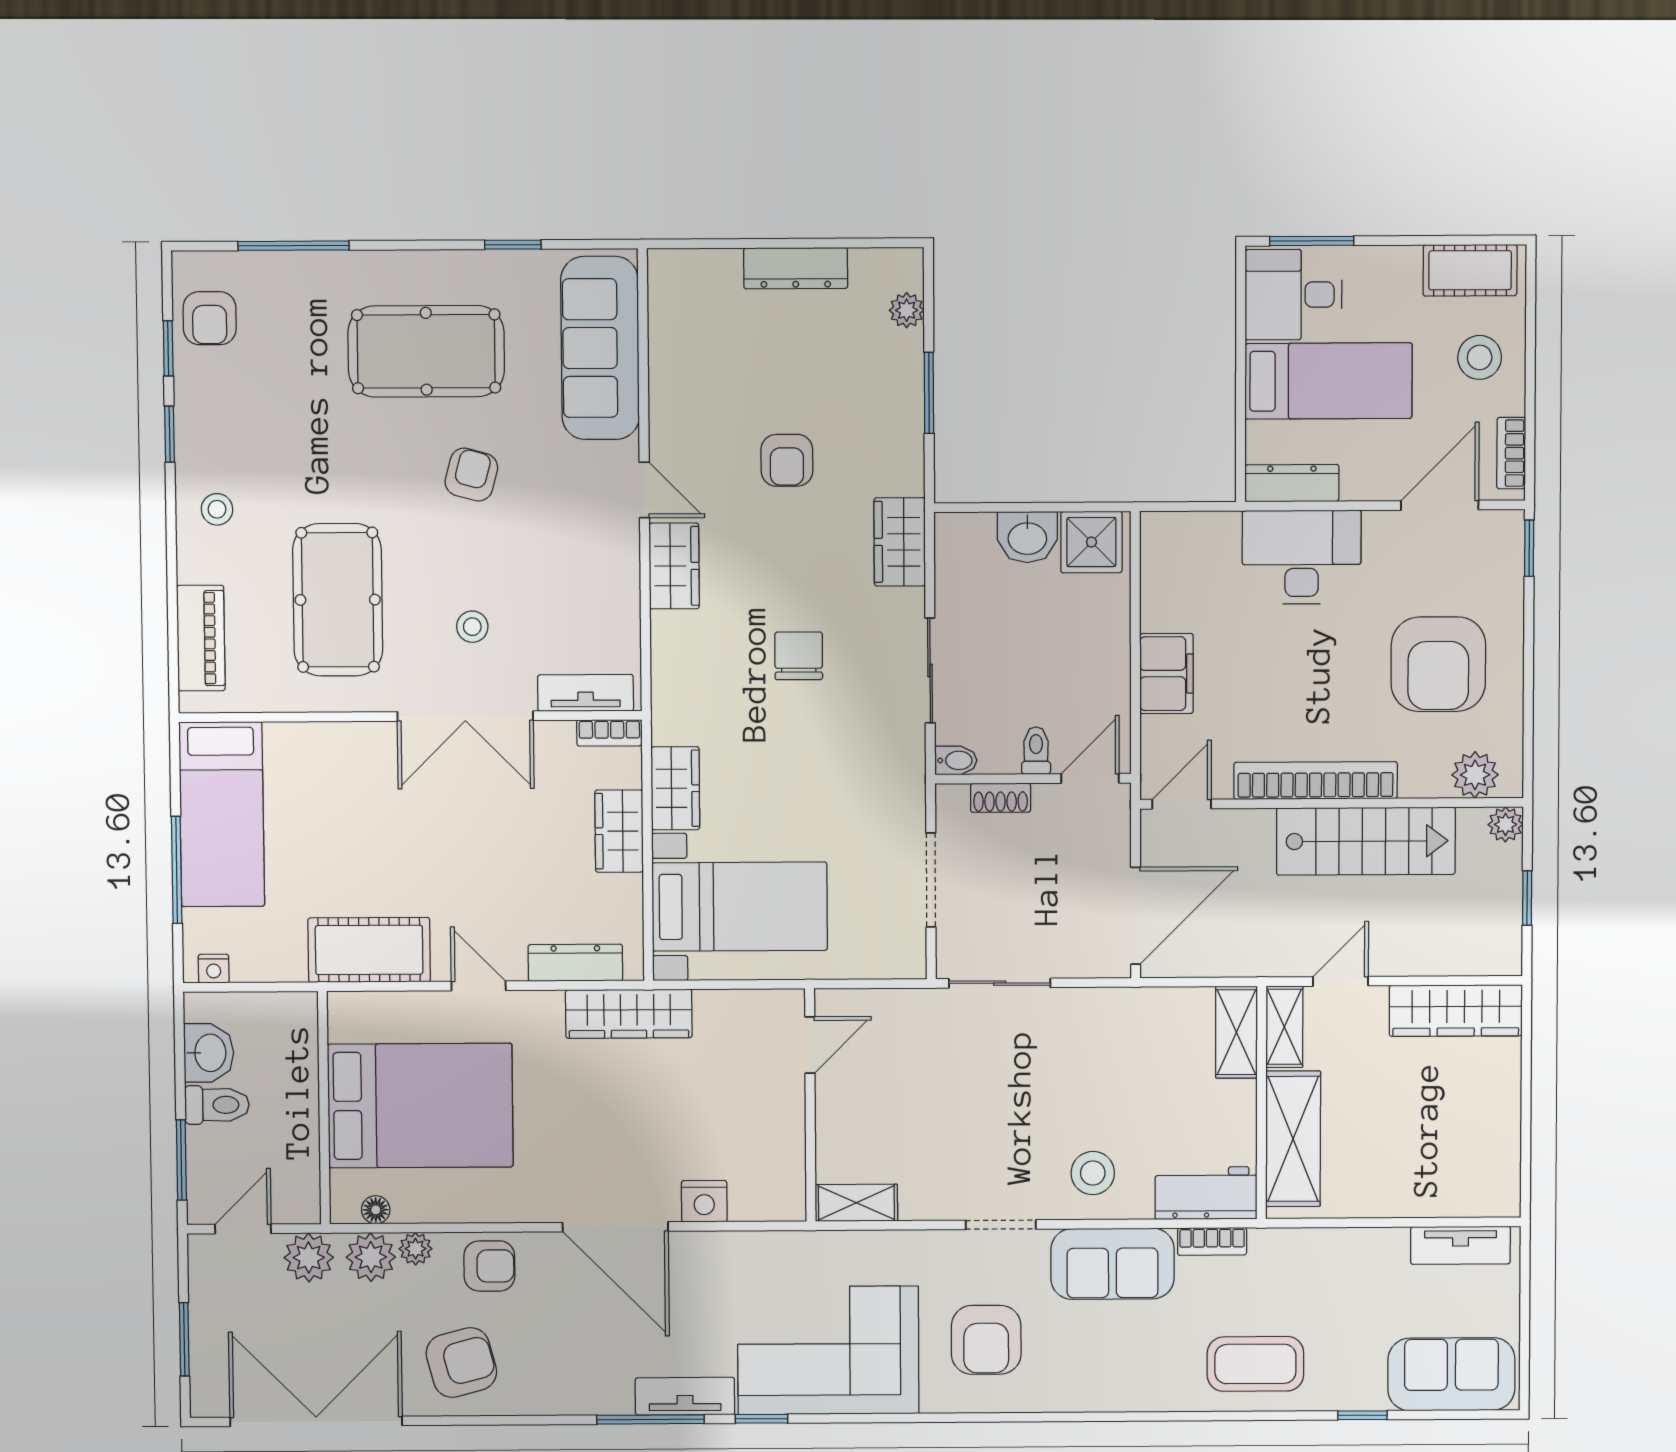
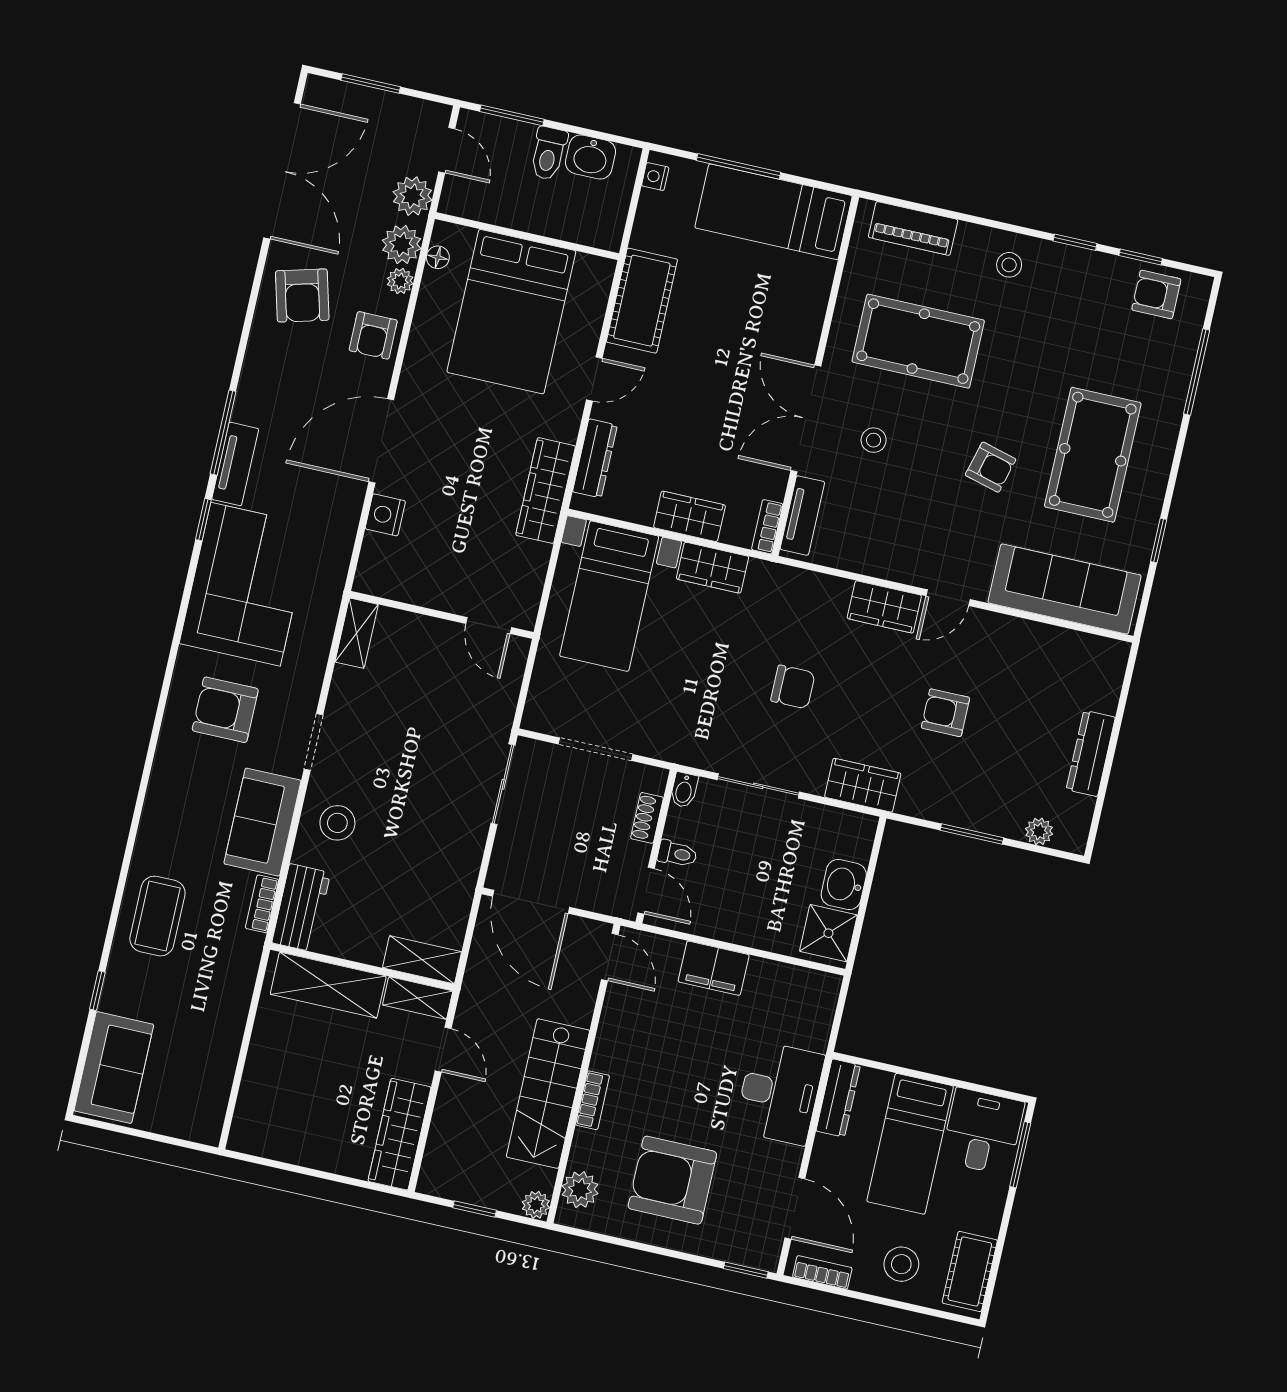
bookcase: (1316, 780) -> (593, 1100), width x0.43, depth x0.76
tv unit: (1460, 1245) -> (214, 1097), removed

